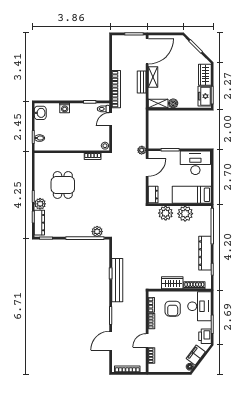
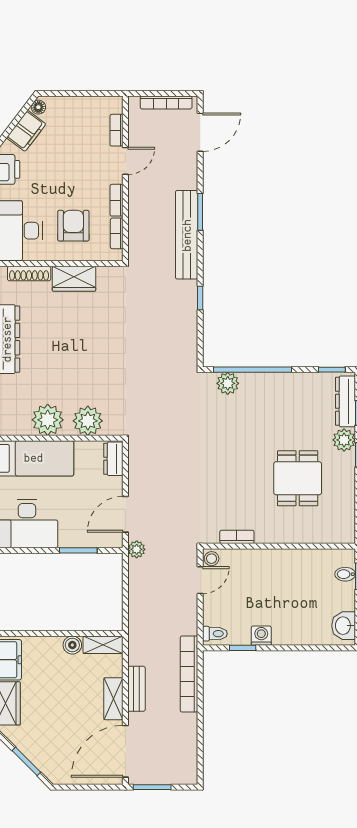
washing machine: (65, 108) -> (261, 636), moved
door: (111, 119) -> (200, 580), moved
bench: (117, 280) -> (187, 235), moved
door: (111, 341) -> (200, 132), moved

